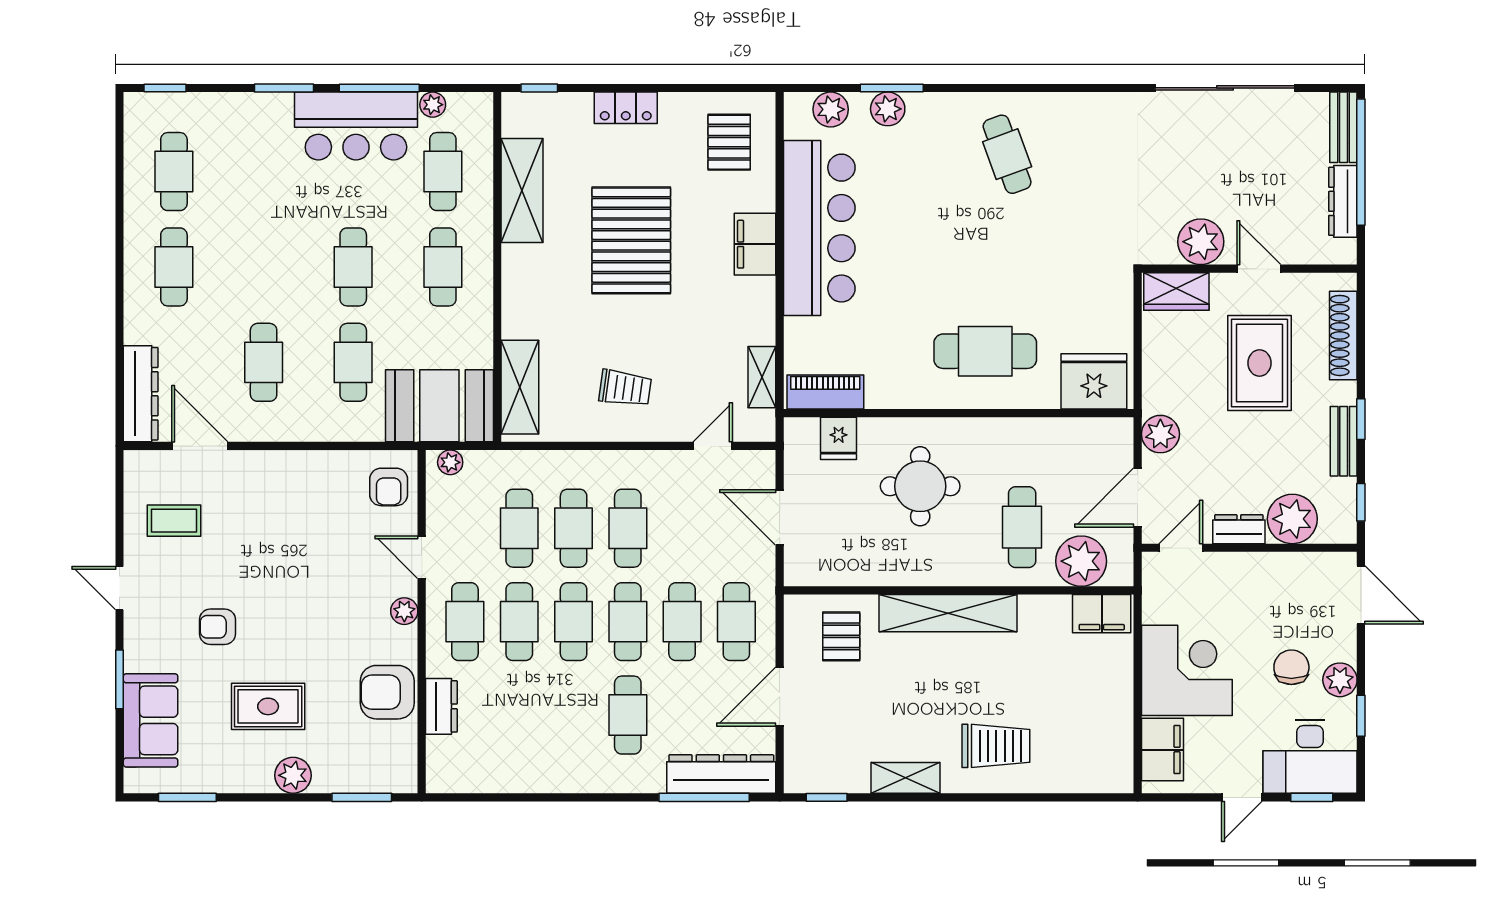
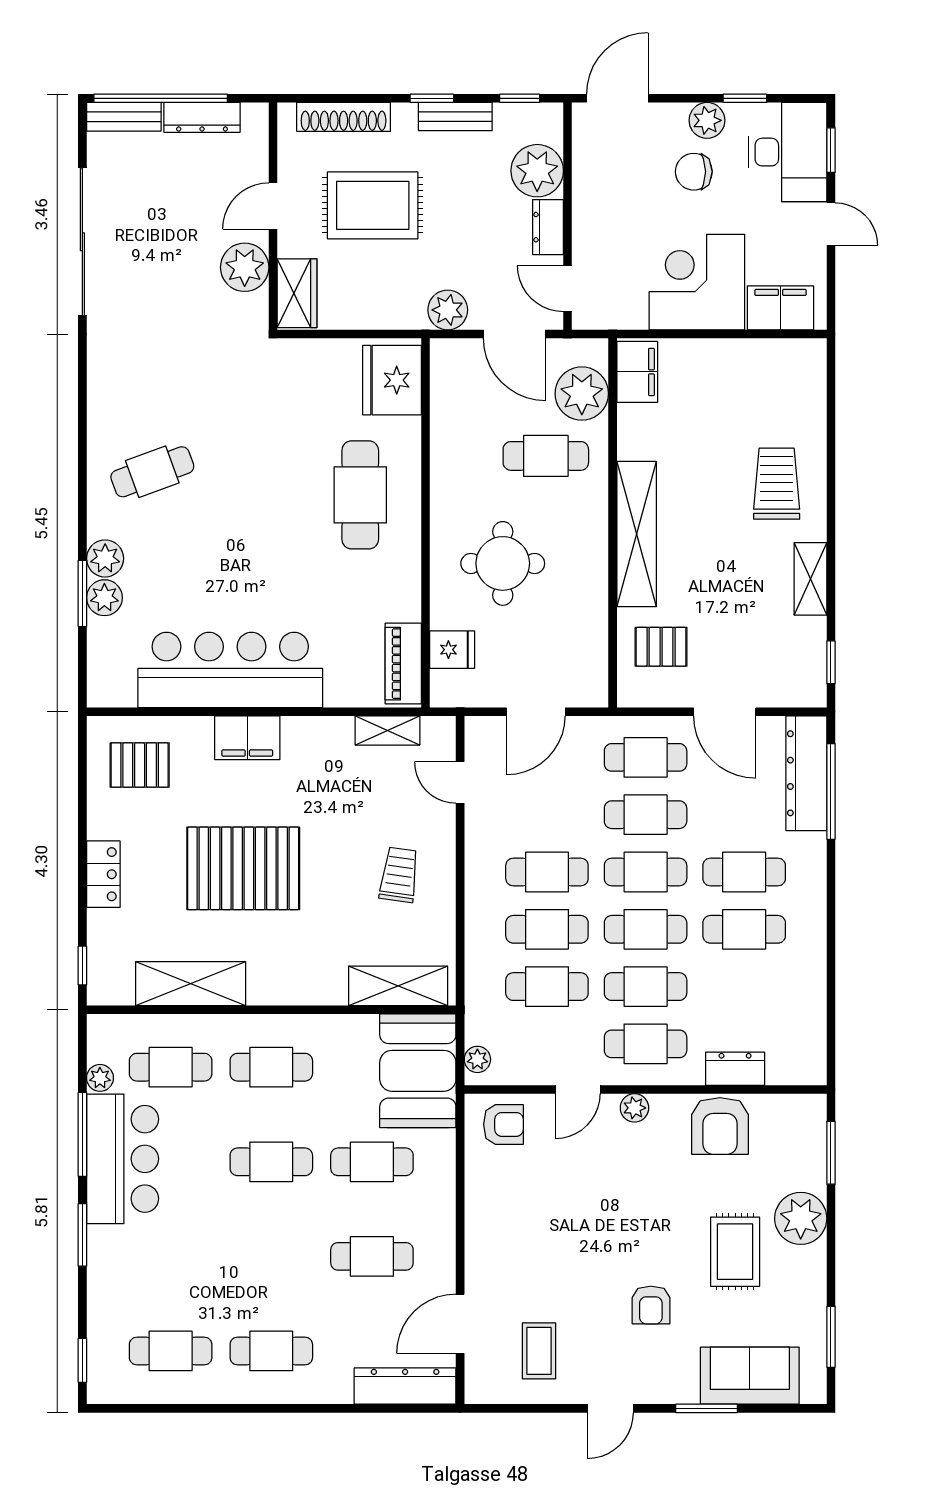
plant: (831, 109) -> (105, 558), moved
cafe table: (574, 715) -> (744, 929), added
plant: (293, 775) -> (801, 1218), width x1.36, depth x1.36

